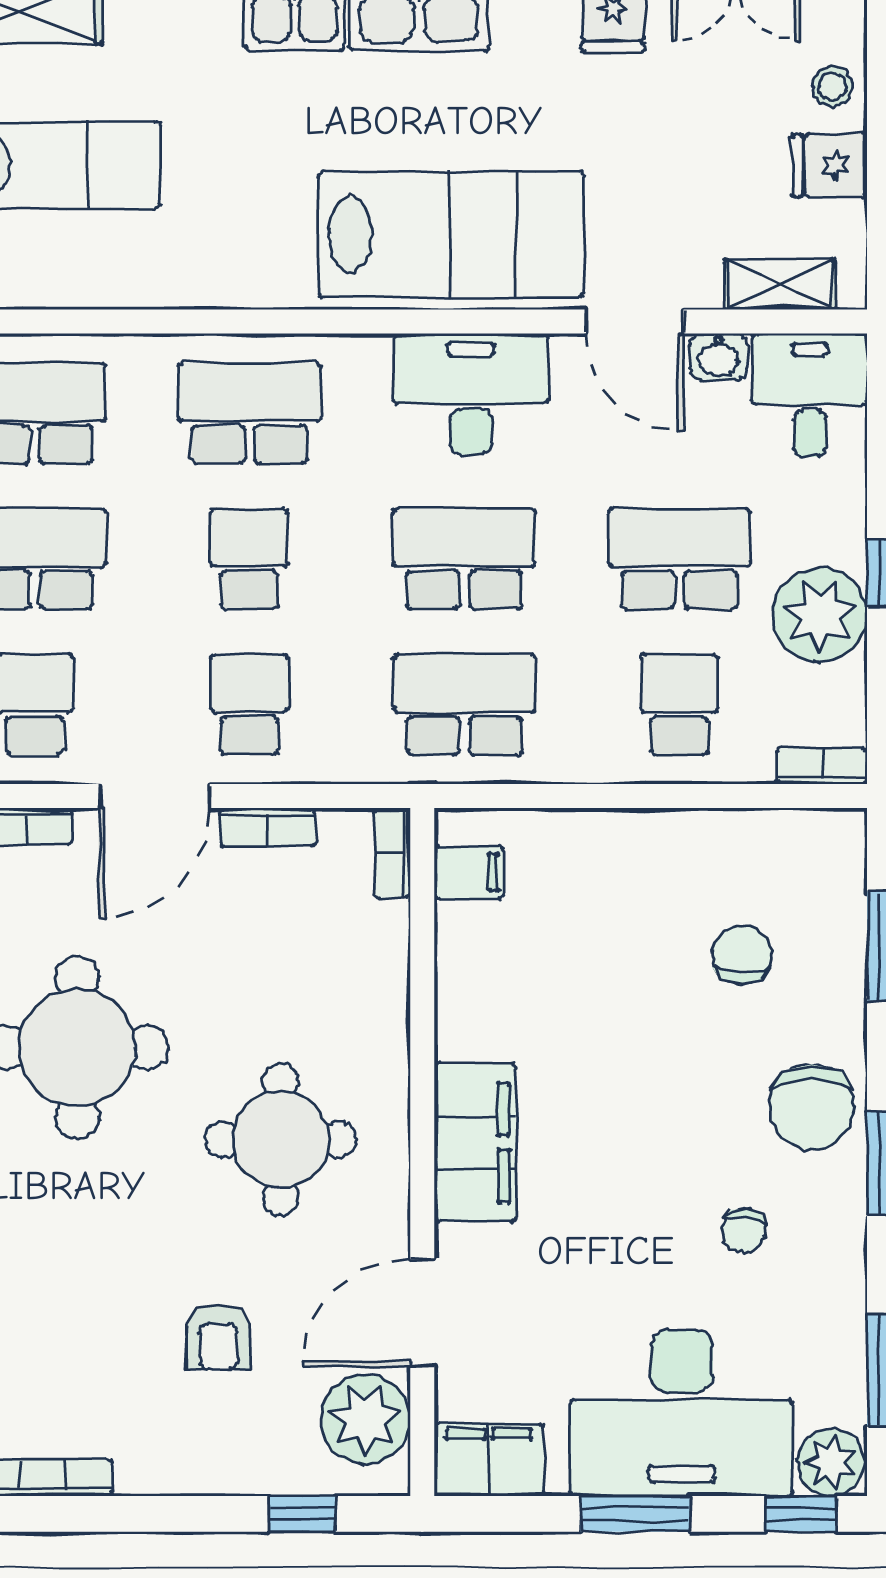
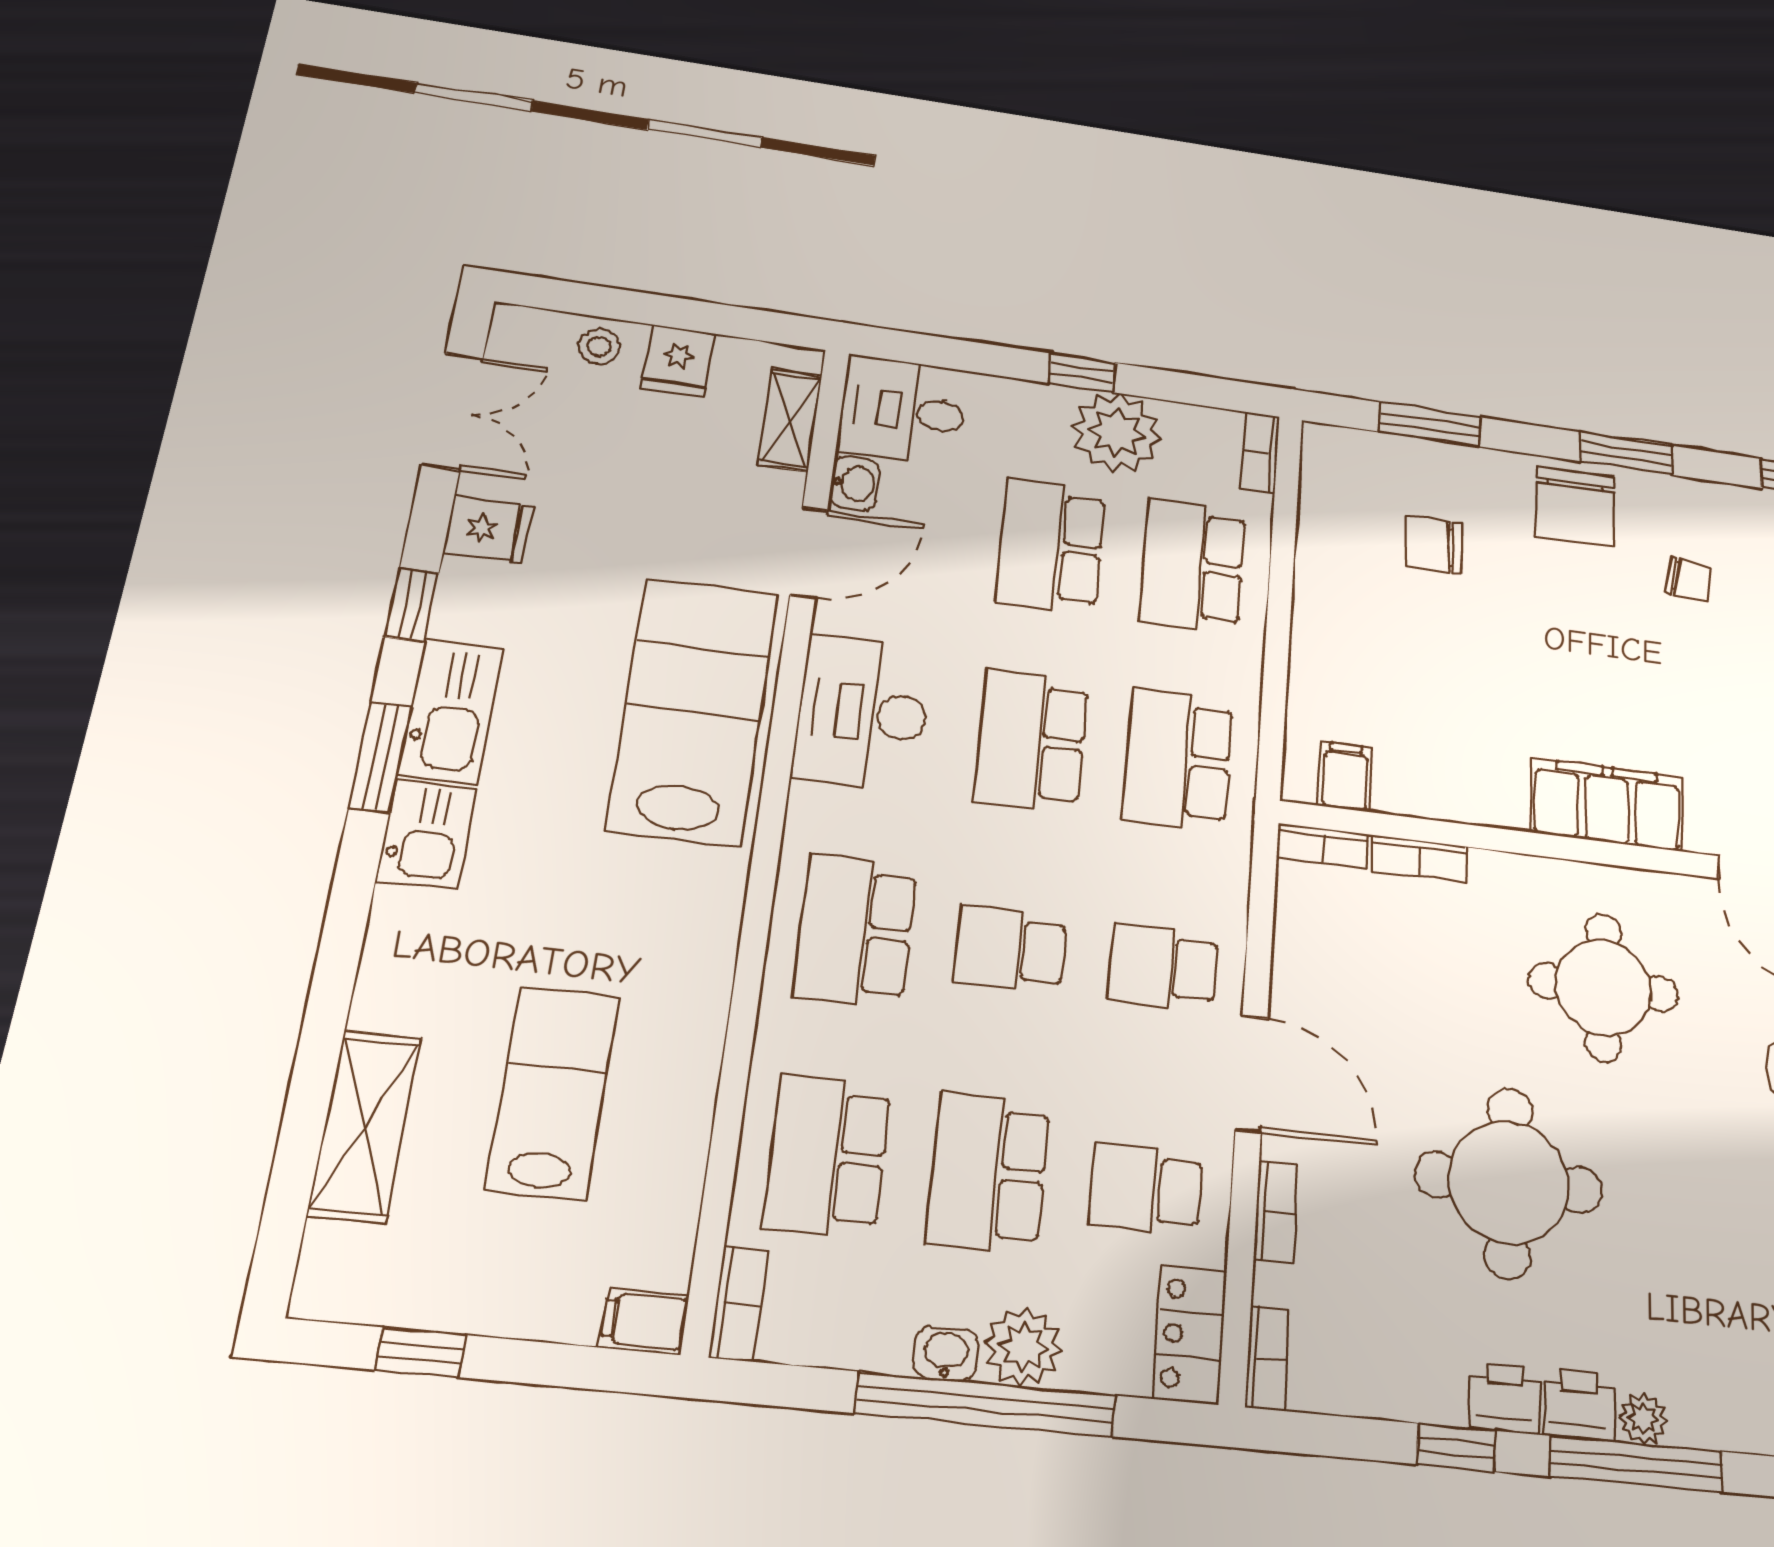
school desk: (679, 704) -> (1193, 565), width x1.85
bookcase: (268, 827) -> (1419, 859), moved, turned 90
chair: (812, 1107) -> (1576, 506), turned 90

